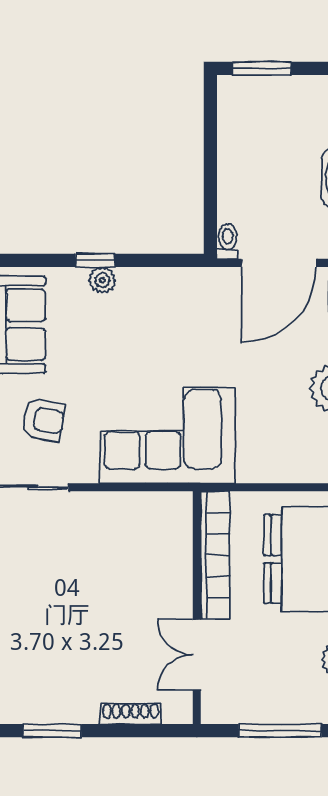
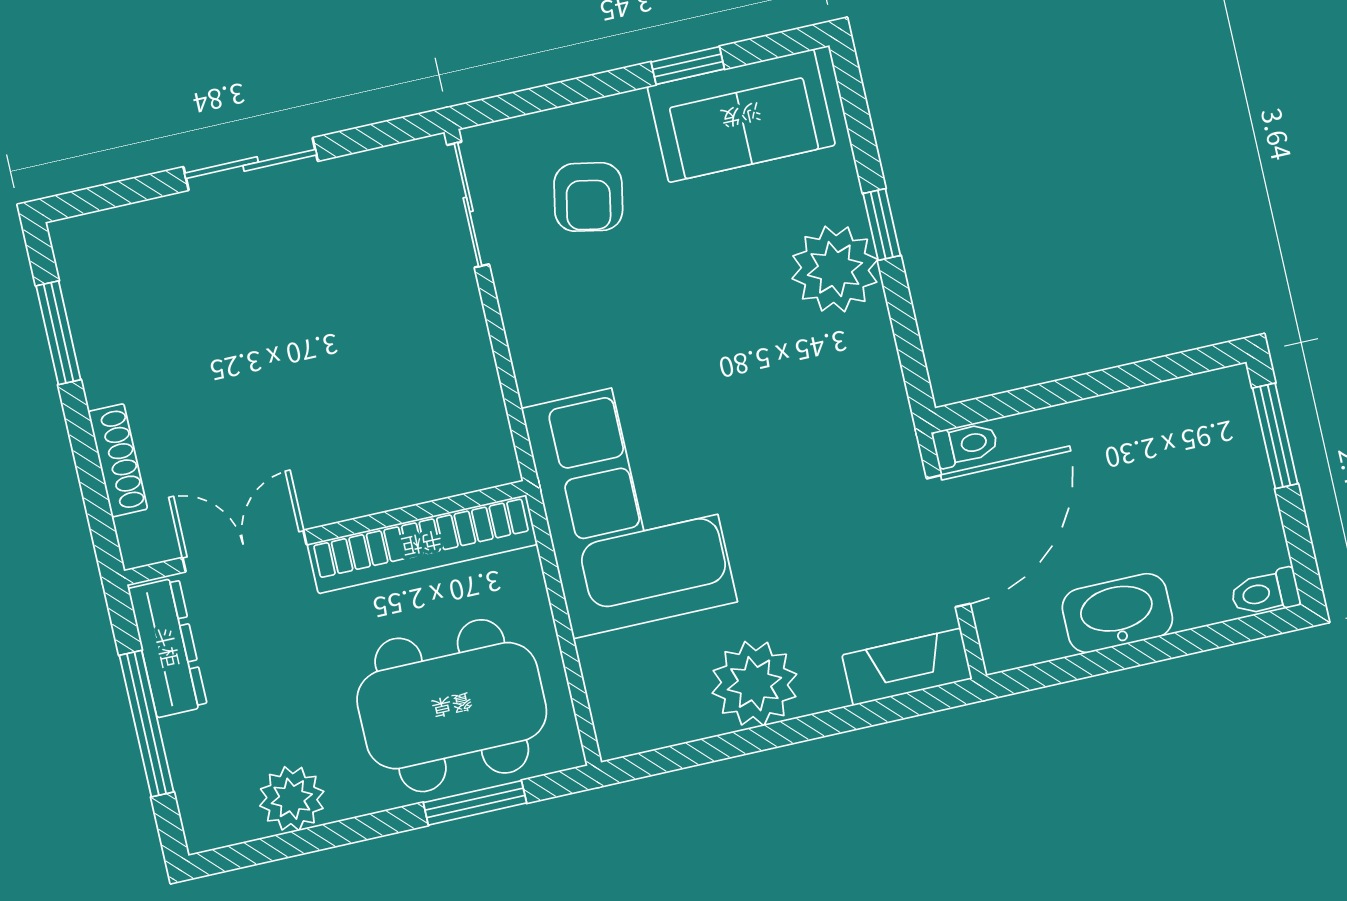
door: (279, 263) -> (948, 541), swing flipped
plant: (102, 280) -> (835, 269), width x1.88, depth x1.88
corner sofa: (168, 435) -> (629, 505), moved
dresser: (241, 709) -> (168, 647), added

